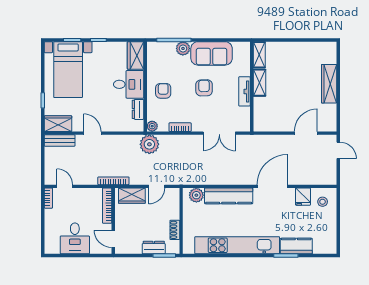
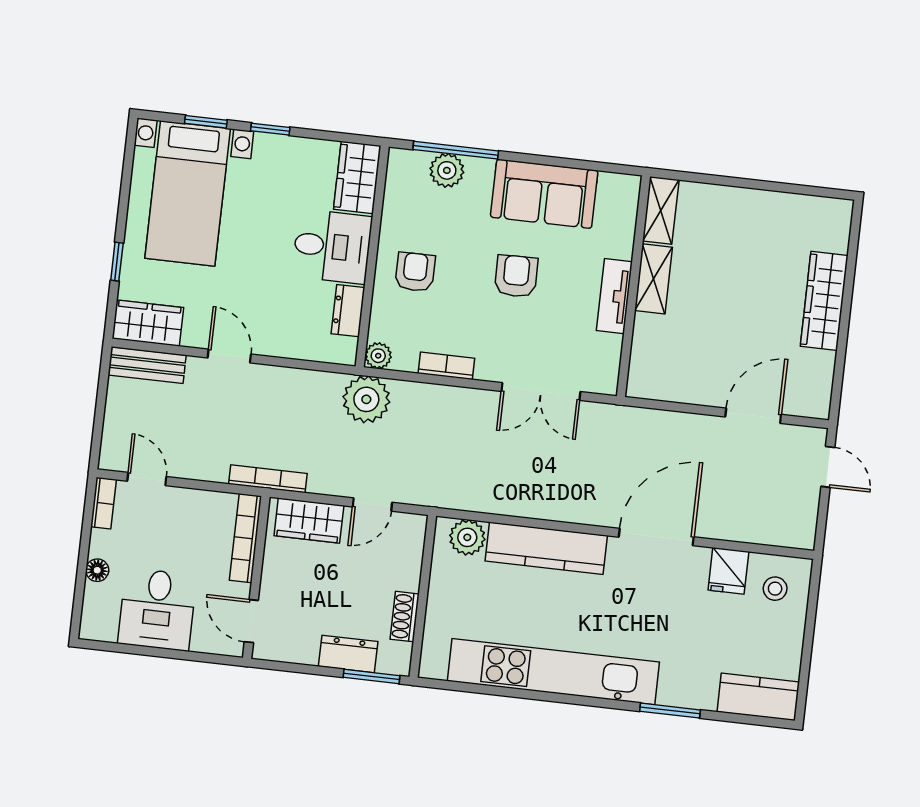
plant: (183, 48) -> (447, 170), moved
floor lamp: (49, 225) -> (97, 570), added
kitchen counter: (296, 246) -> (758, 697), moved

